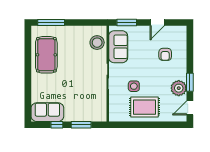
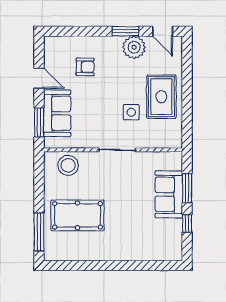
sofa: (118, 47) -> (57, 113), moved, turned 90
pool table: (46, 55) -> (77, 215), moved
sofa: (47, 112) -> (169, 194), moved

